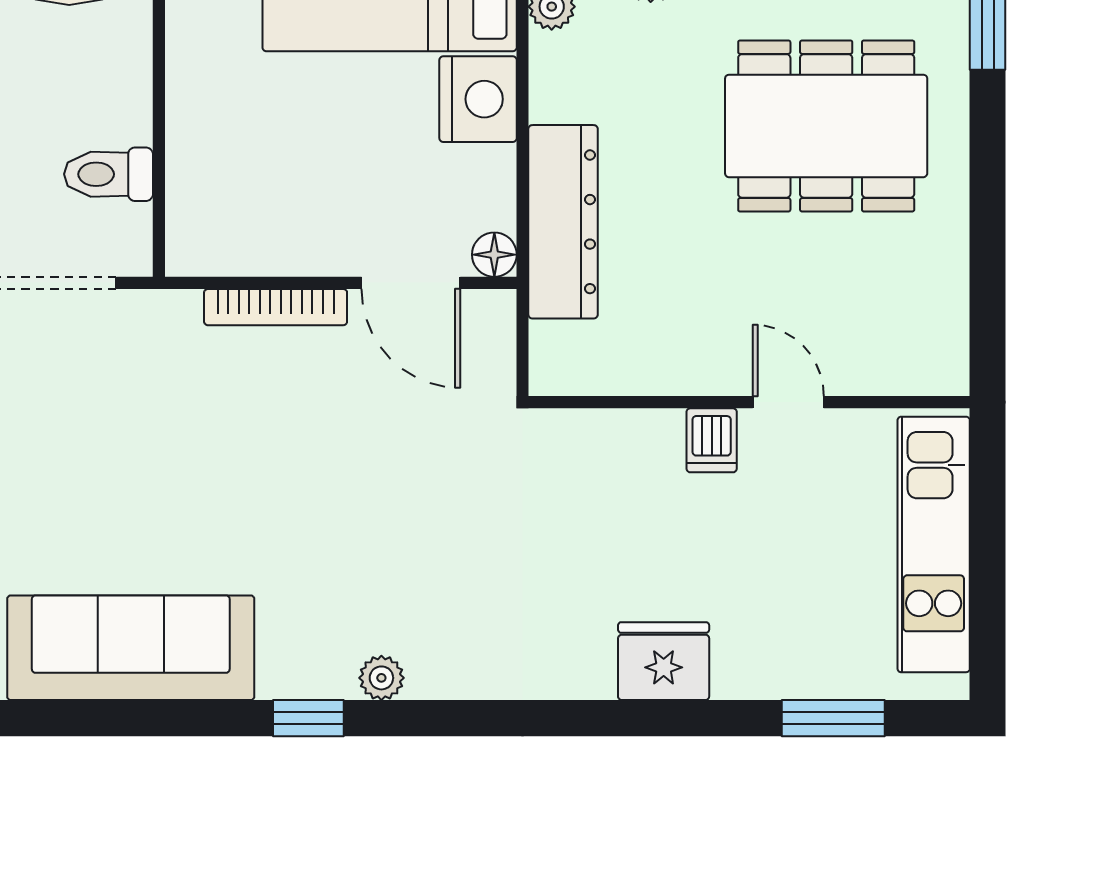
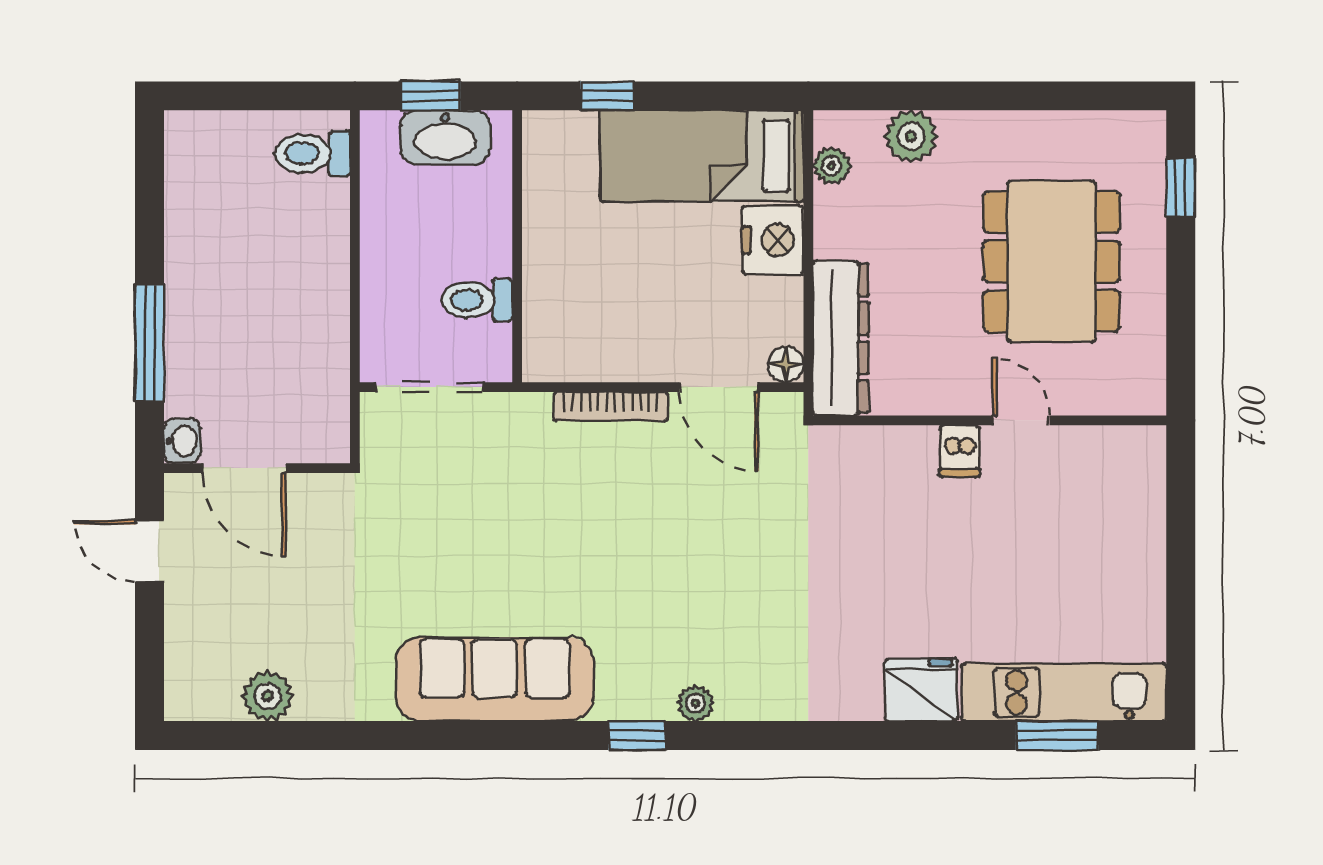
dining table: (826, 126) -> (1051, 261), turned 90
wall: (749, 402) -> (990, 420), moved
door: (788, 402) -> (1021, 420), moved
dishwasher: (712, 440) -> (960, 451), moved
kitchen unit: (934, 544) -> (1064, 692), moved, turned 90

